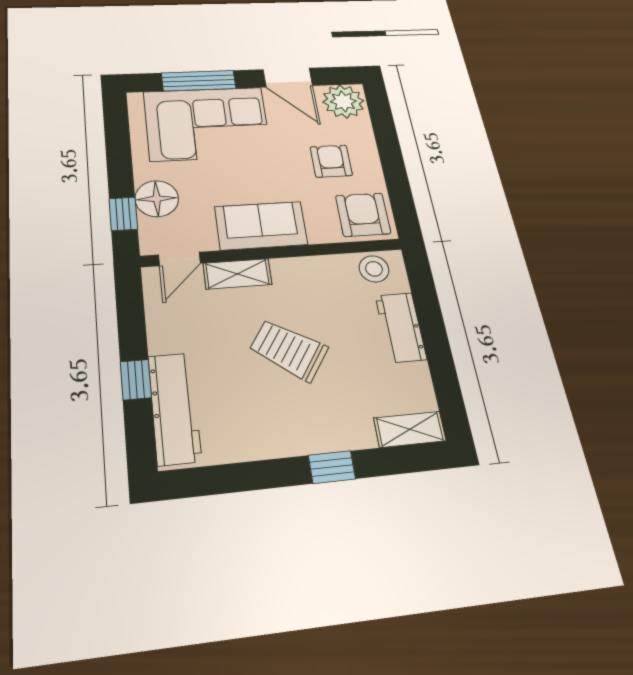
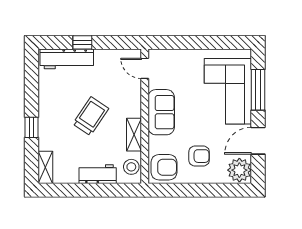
floor lamp: (157, 199) -> (181, 60), removed
window: (123, 214) -> (173, 42), removed
shelving: (237, 274) -> (134, 135), moved

